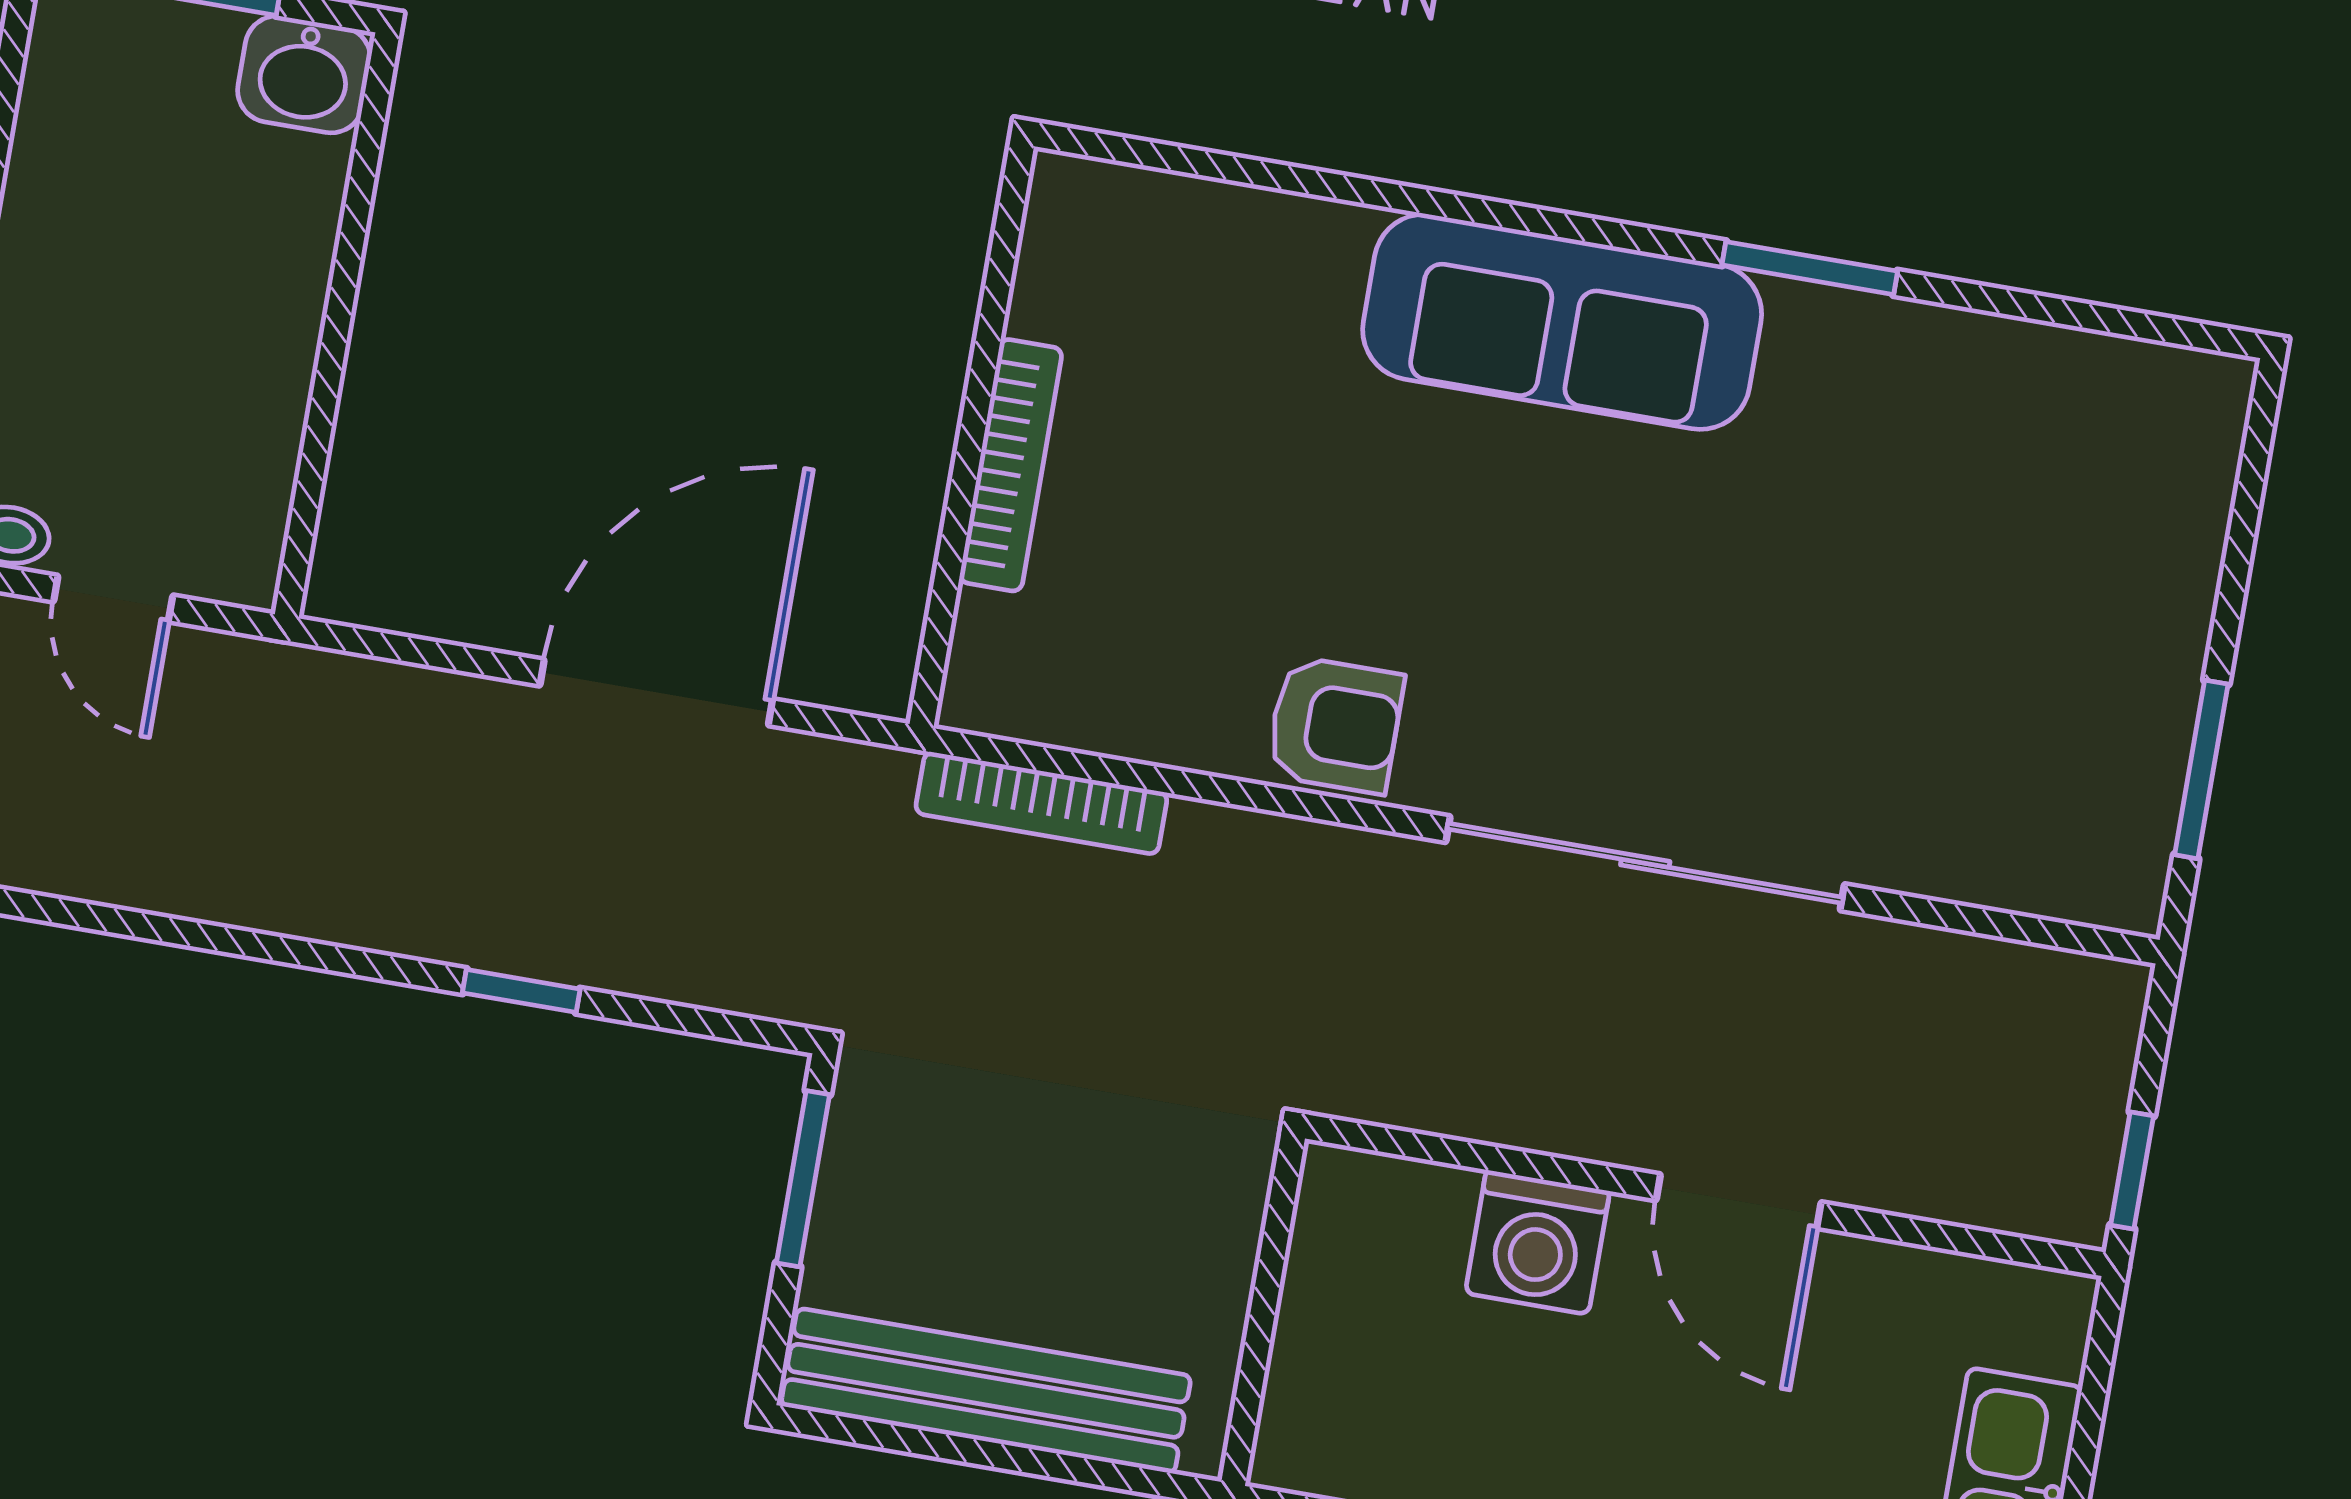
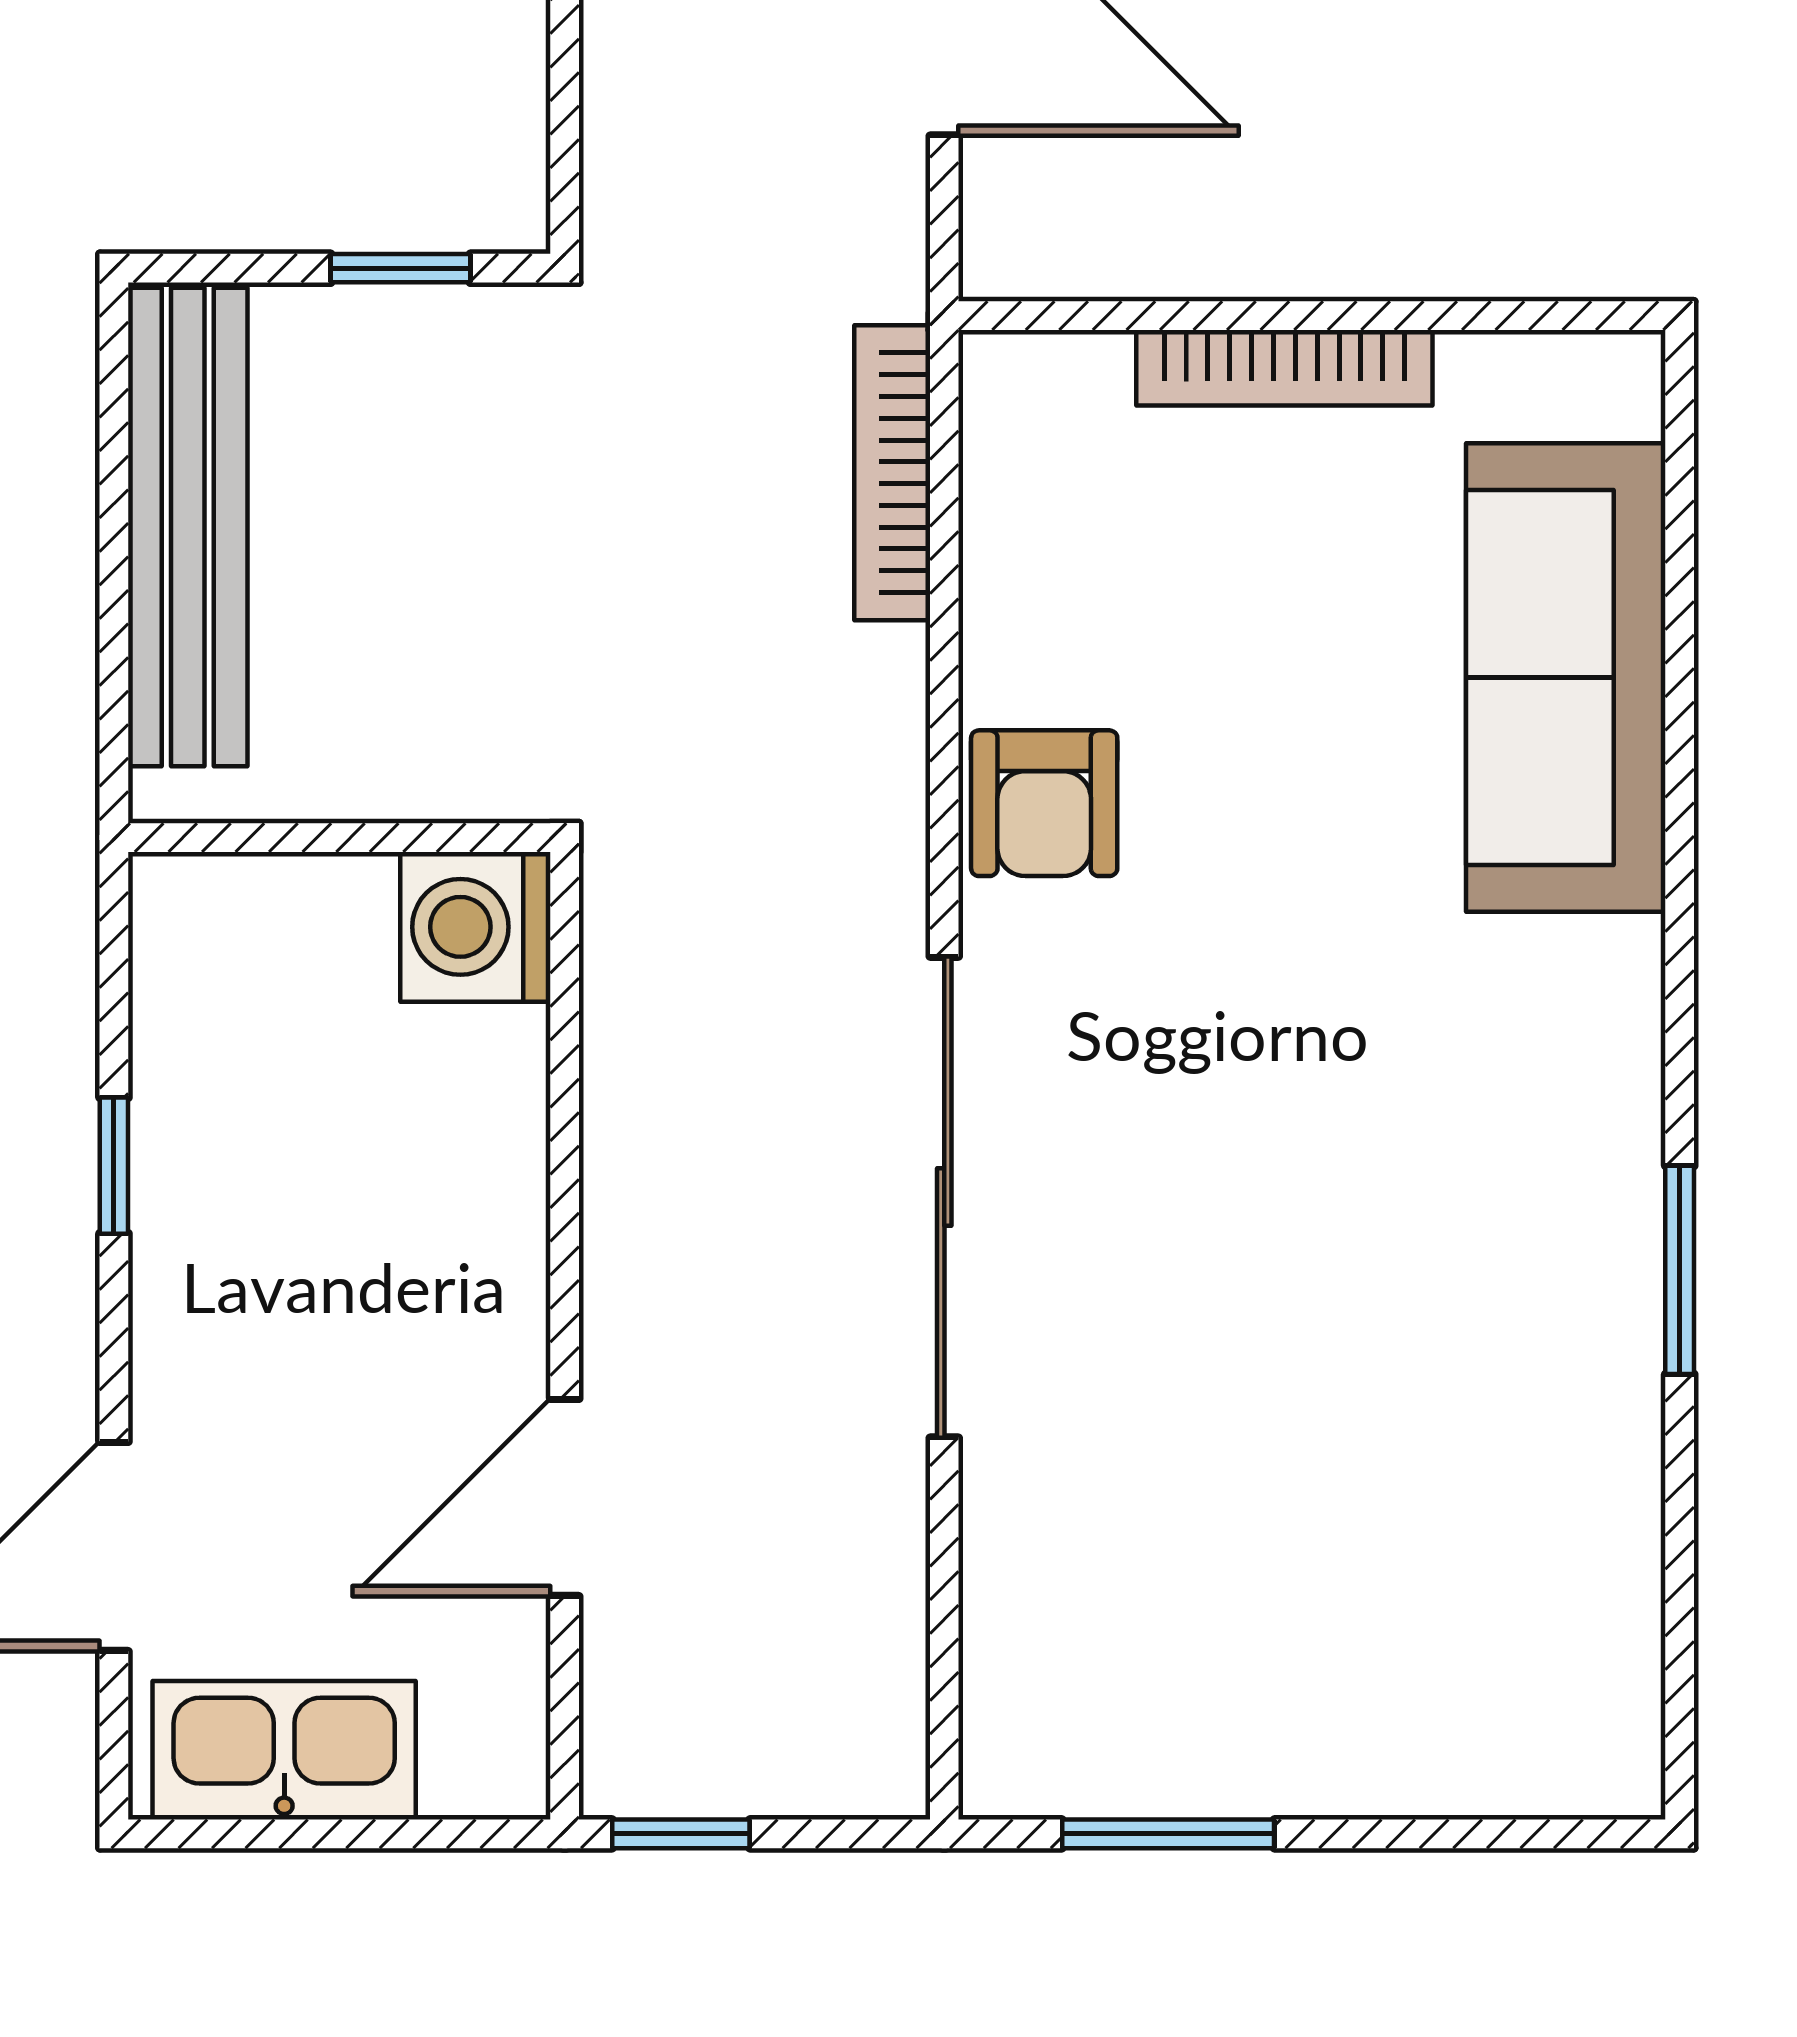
sofa: (1562, 322) -> (1566, 677), moved
window: (803, 1179) -> (400, 268), width x0.67
door: (1739, 1201) -> (565, 1497), moved
washing machine: (1537, 1242) -> (475, 927), moved

